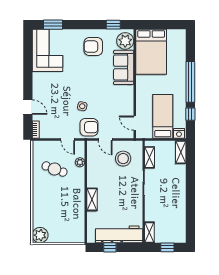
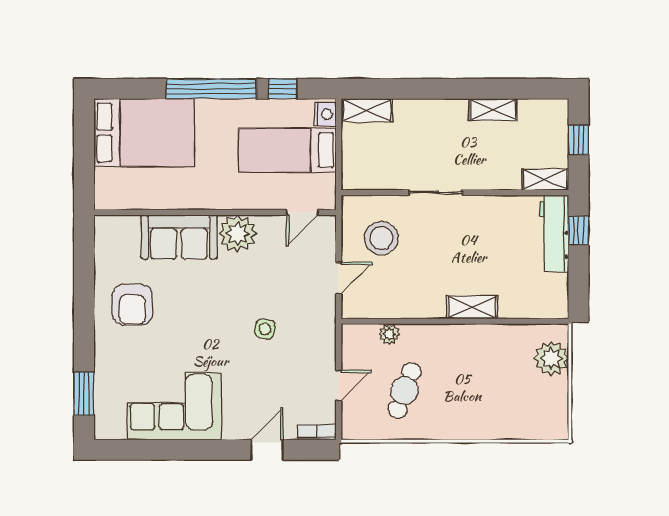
window: (113, 25) -> (84, 260), removed
plant: (125, 41) -> (238, 234), moved
corner sofa: (47, 50) -> (174, 406), moved
bed: (151, 52) -> (144, 133), moved
armchair: (89, 127) -> (312, 314), removed
door: (68, 139) -> (339, 385), moved
shelving: (150, 157) -> (493, 109), moved
workbench: (119, 234) -> (554, 233), width x0.73, depth x0.76
plant: (40, 235) -> (551, 358), moved
window: (110, 247) -> (579, 231), moved

